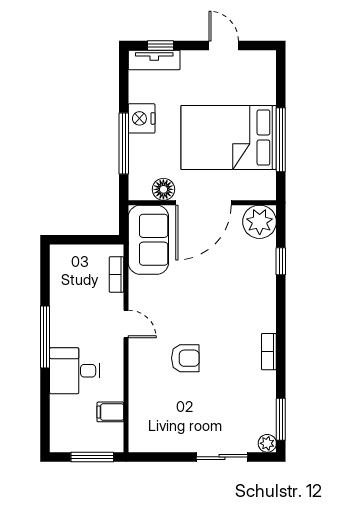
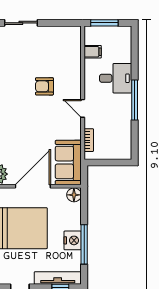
tv unit: (154, 60) -> (58, 278), width x1.41
window: (124, 144) -> (84, 244), moved
floor lamp: (163, 189) -> (74, 195), moved

